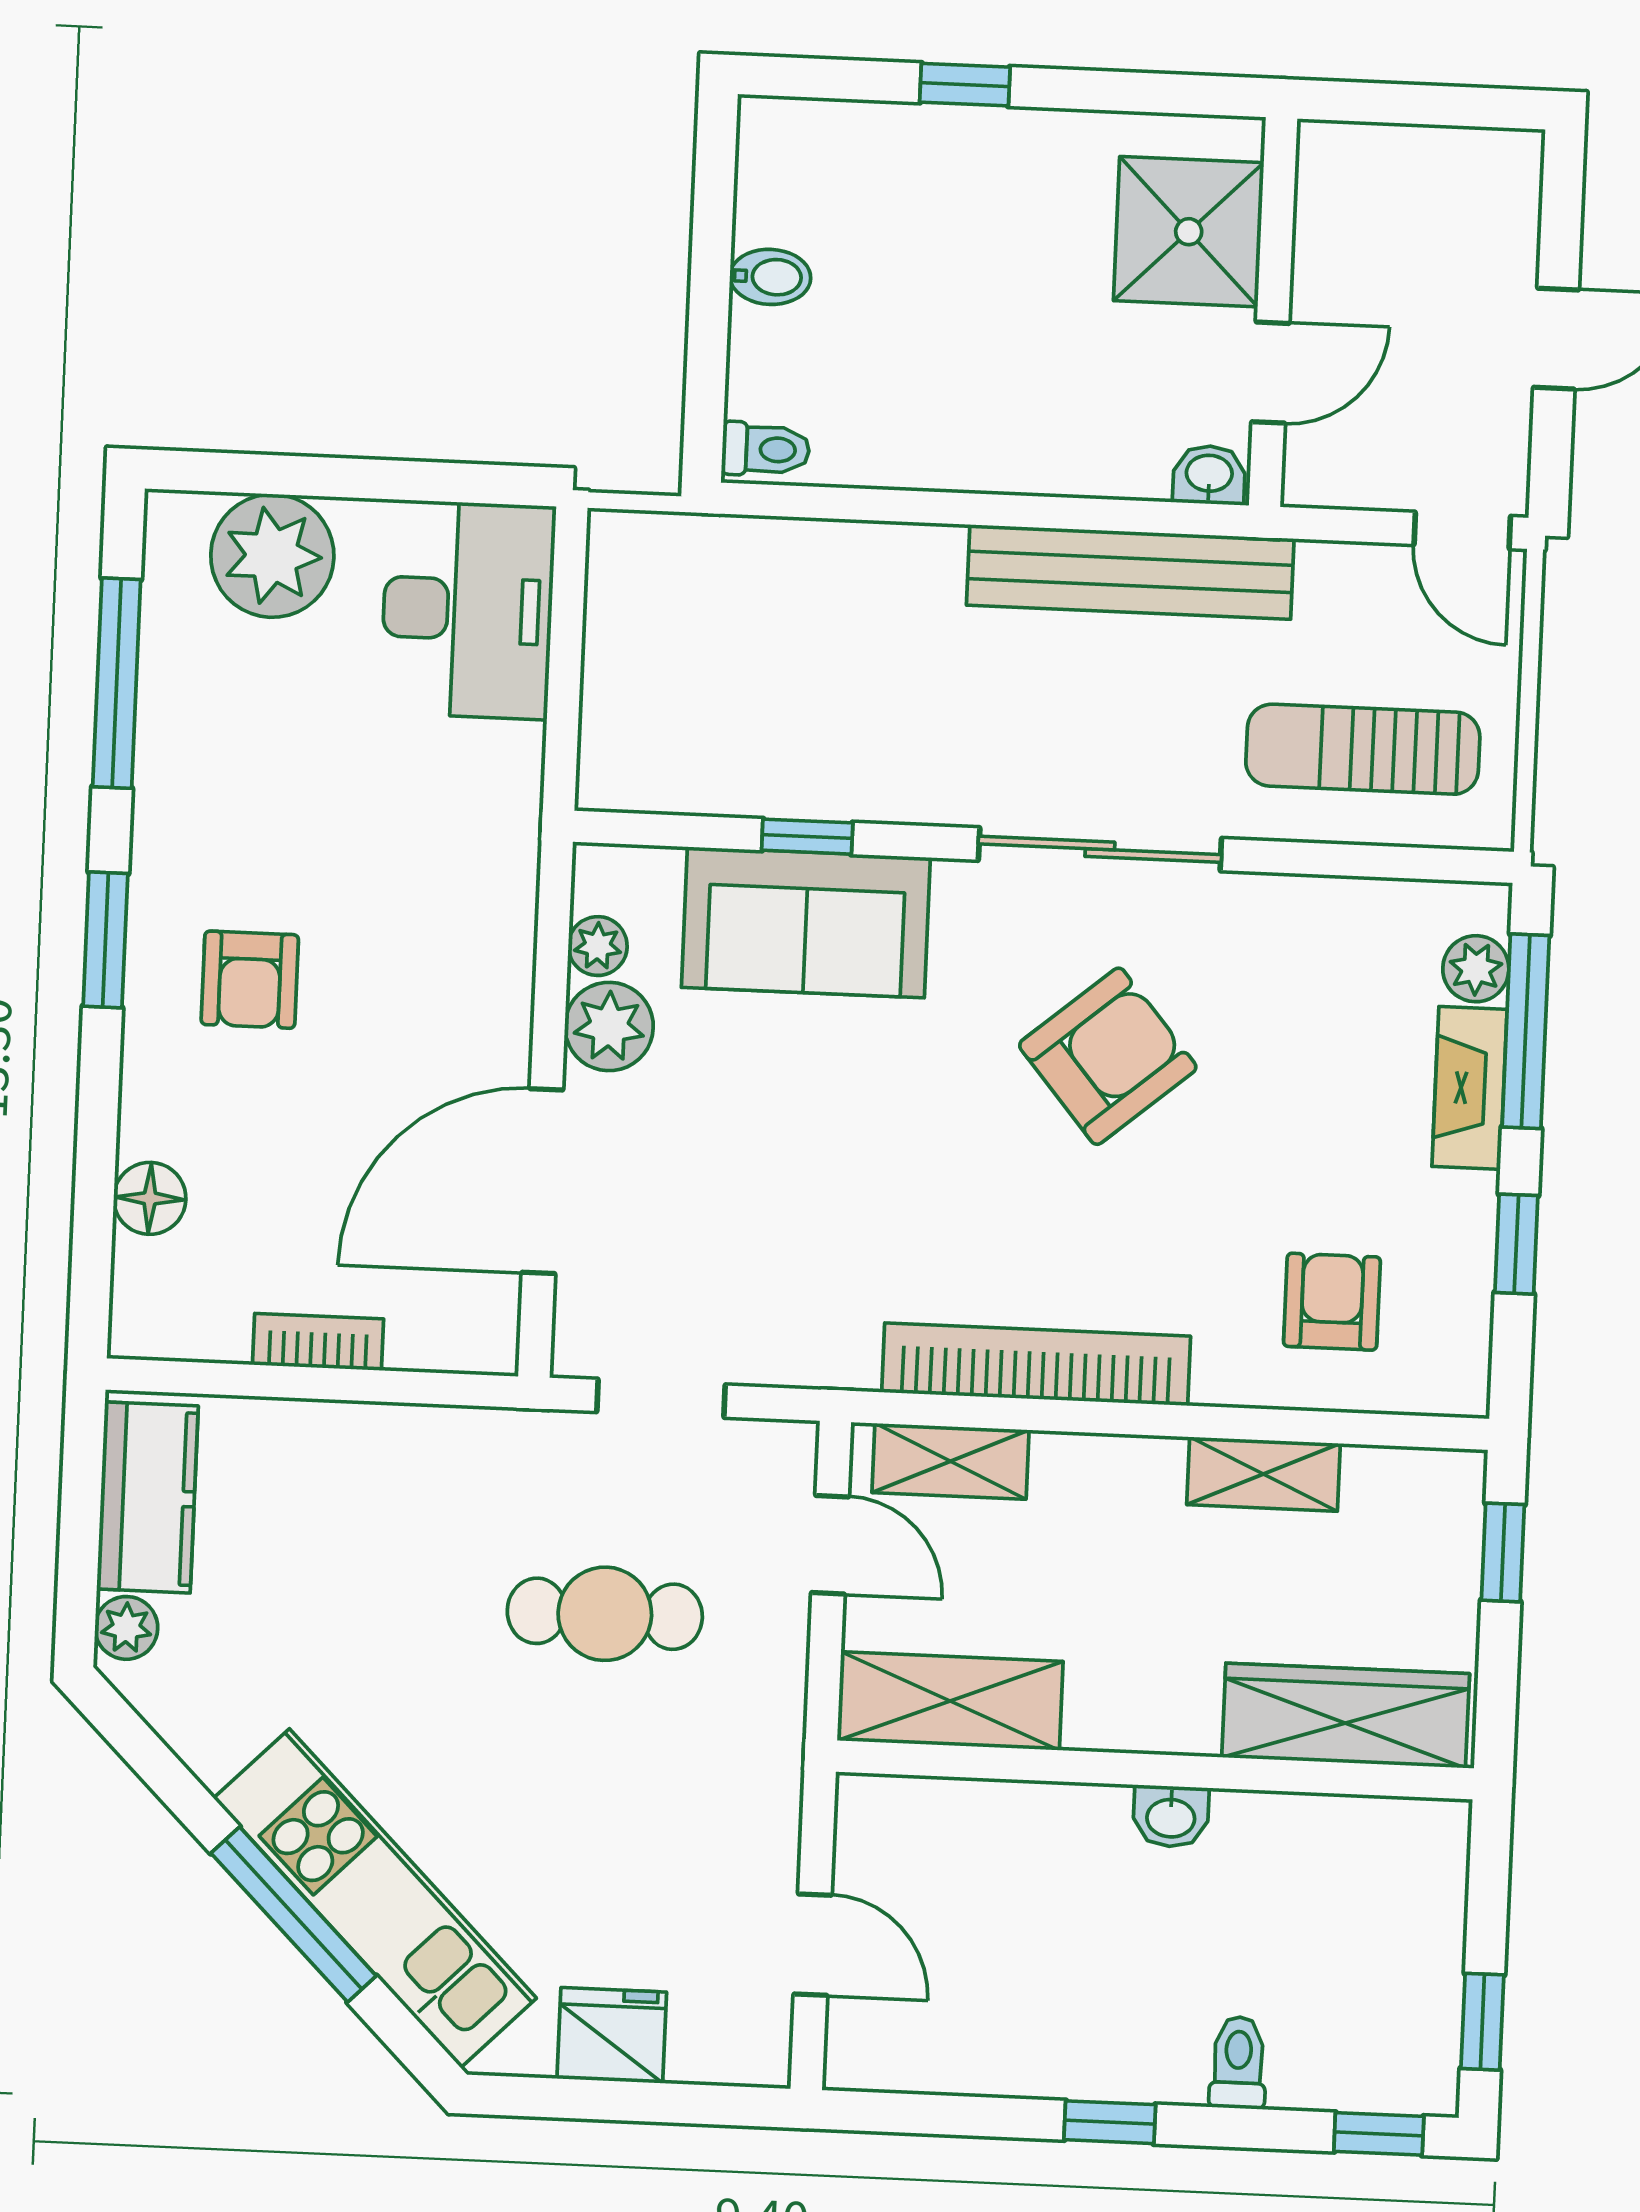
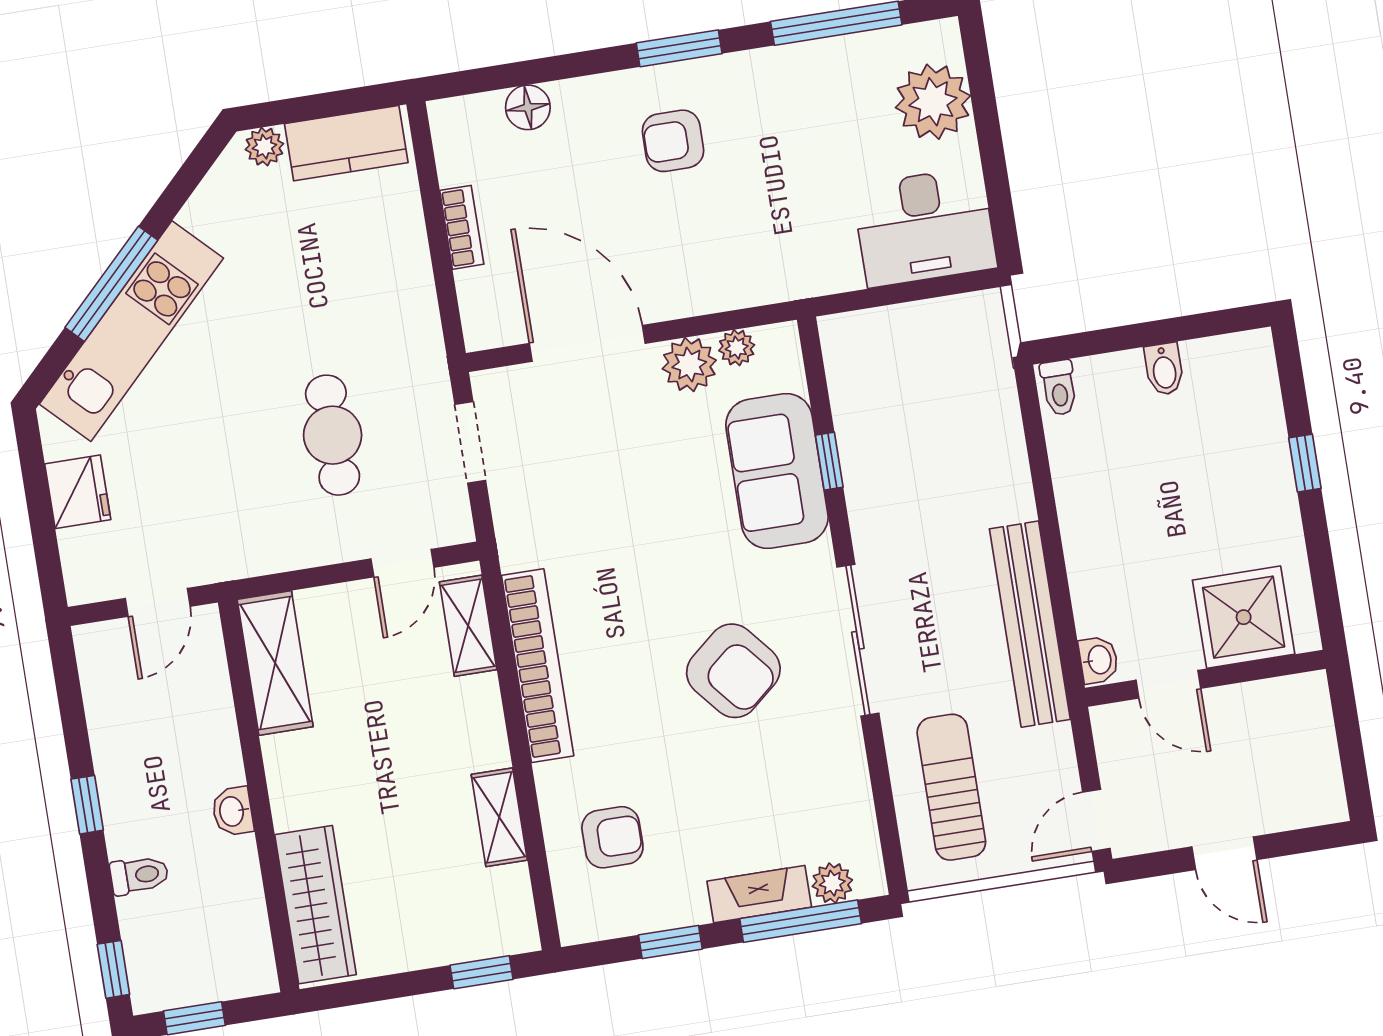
shelving: (950, 1701) -> (275, 663), moved
wardrobe: (1346, 1716) -> (316, 905), moved
wall: (1155, 1770) -> (259, 796), moved
washbasin: (1171, 1816) -> (233, 811), moved

